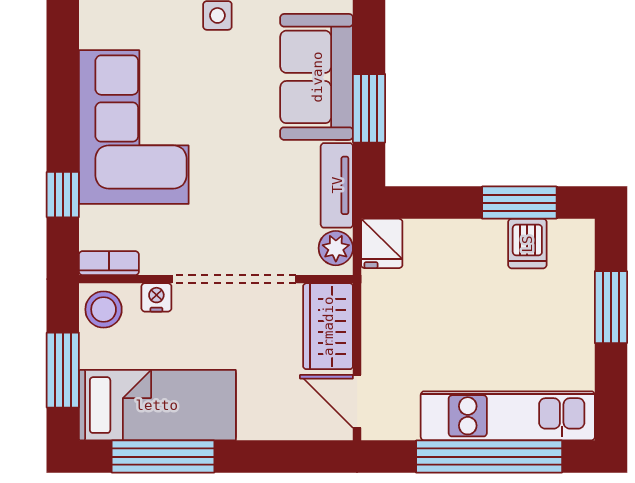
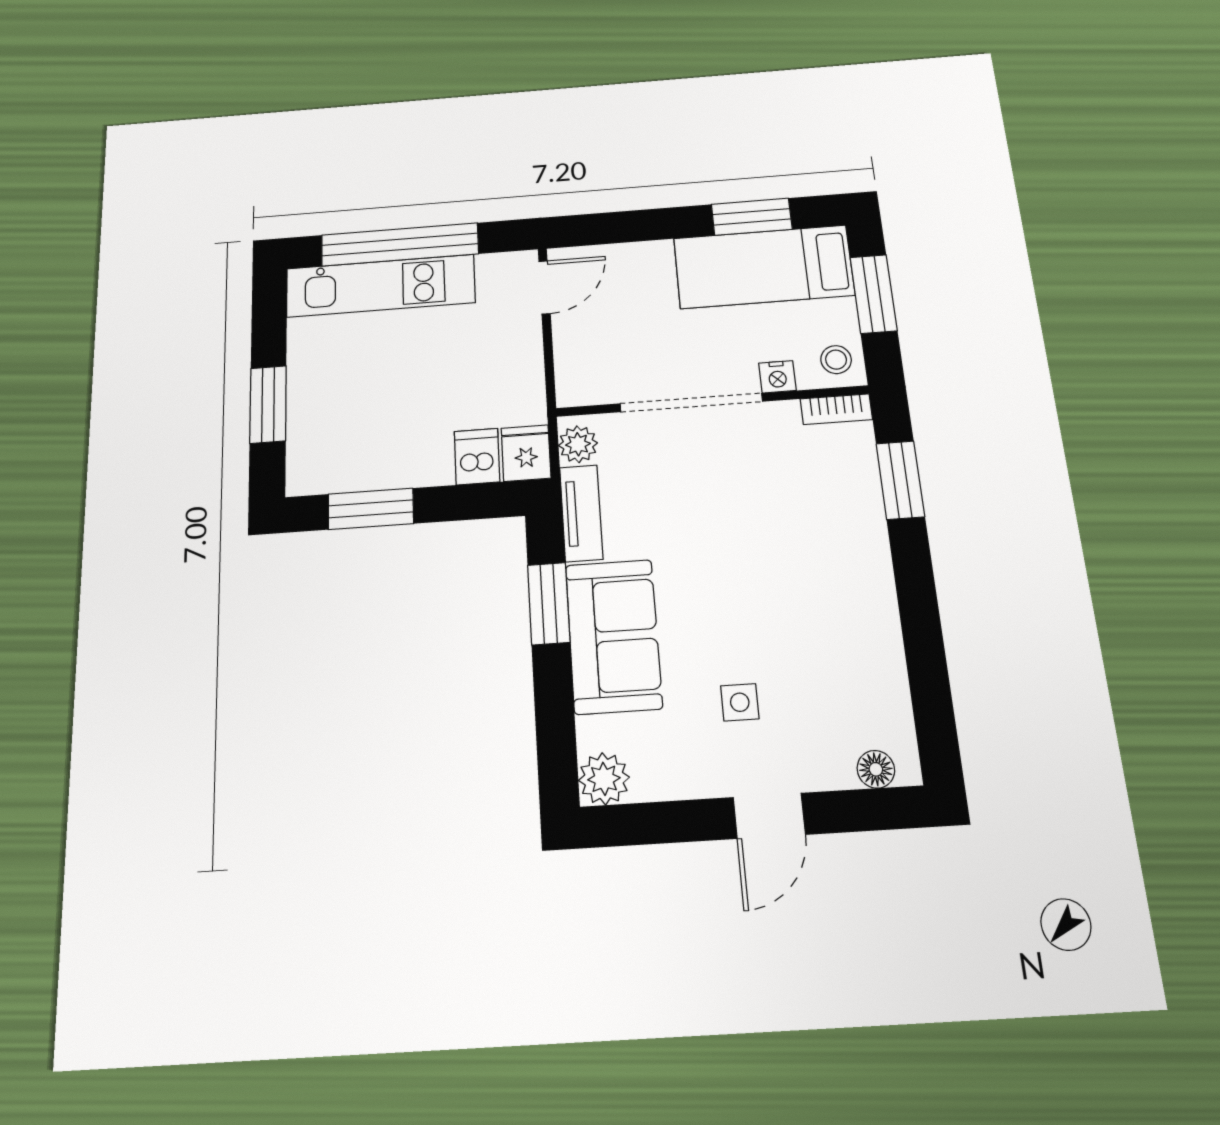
corner sofa: (134, 127) -> (826, 563), removed
window: (63, 195) -> (900, 480), width x1.50
dishwasher: (527, 244) -> (477, 457), moved
stool: (104, 309) -> (836, 360), width x0.73, depth x0.73
wardrobe: (328, 326) -> (581, 361), removed
door: (357, 401) -> (545, 287), hinge flipped
window: (163, 457) -> (752, 217), width x0.69

